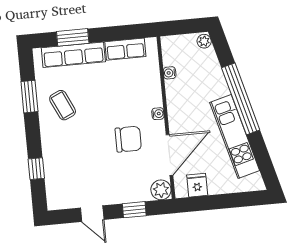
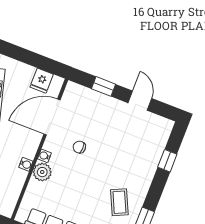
water cooler: (170, 73) -> (26, 164), moved
chair: (128, 139) -> (79, 147), width x0.54, depth x0.54
plant: (161, 190) -> (42, 172), moved

